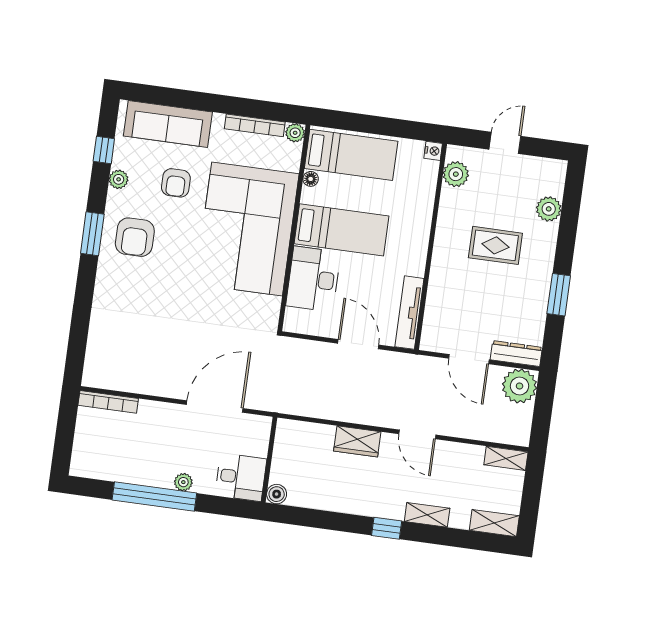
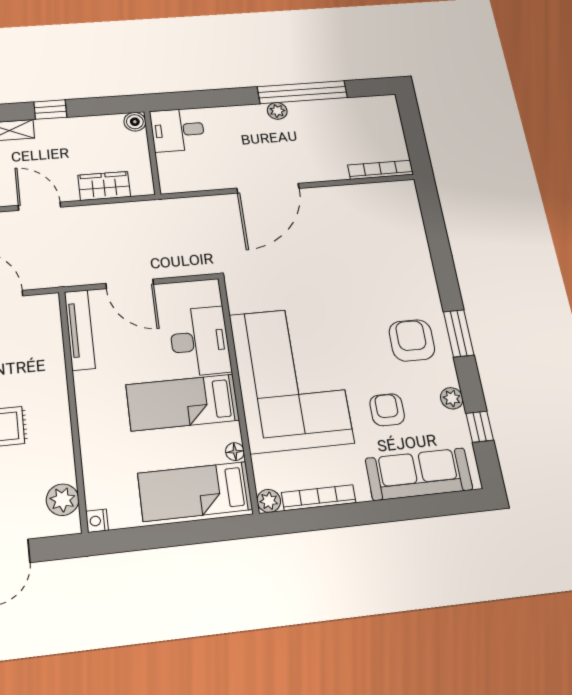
wall: (269, 460) -> (152, 152), moved
desk: (241, 477) -> (178, 130), moved
boiler: (277, 494) -> (135, 122), moved

